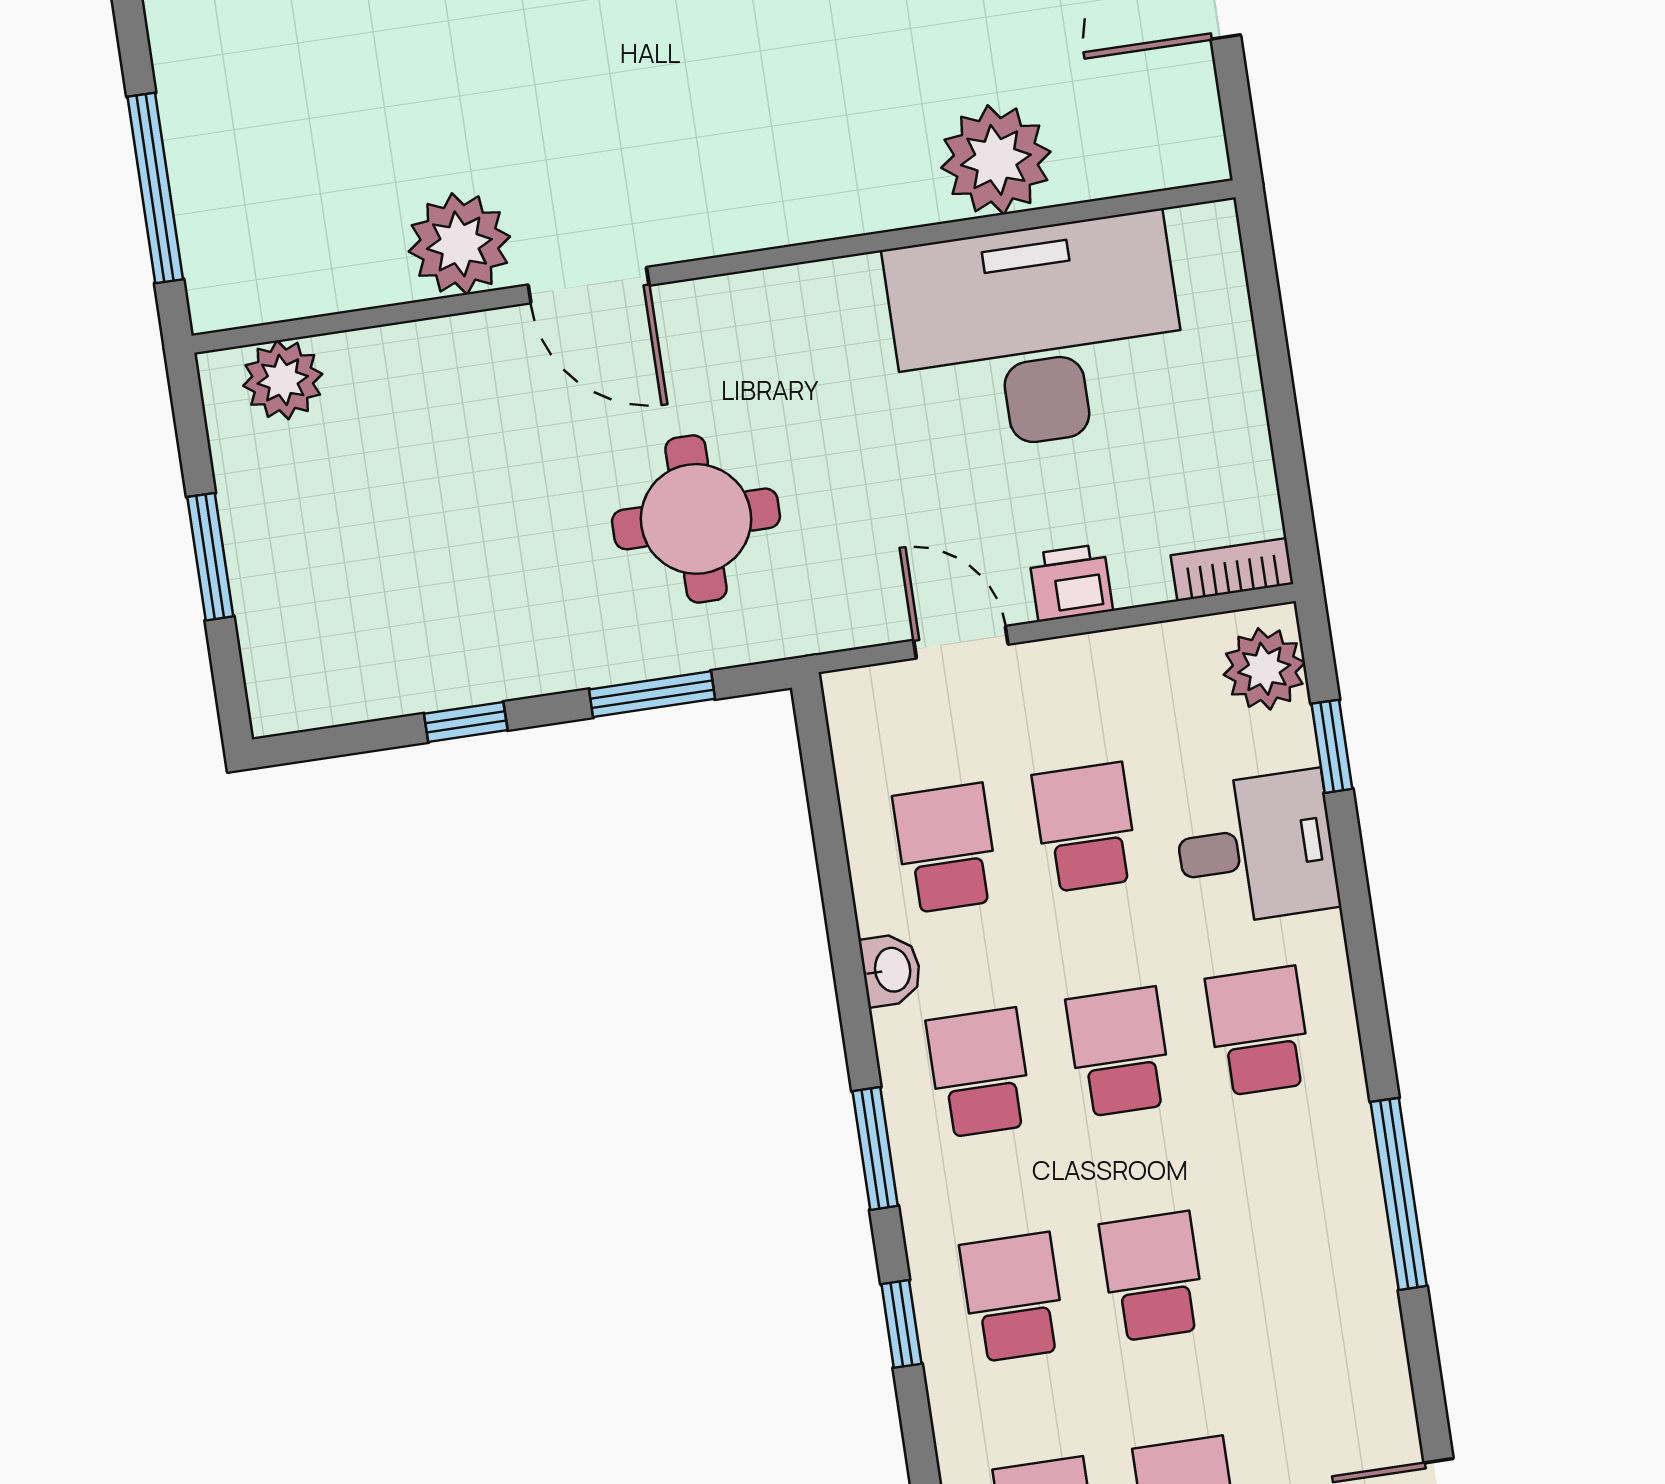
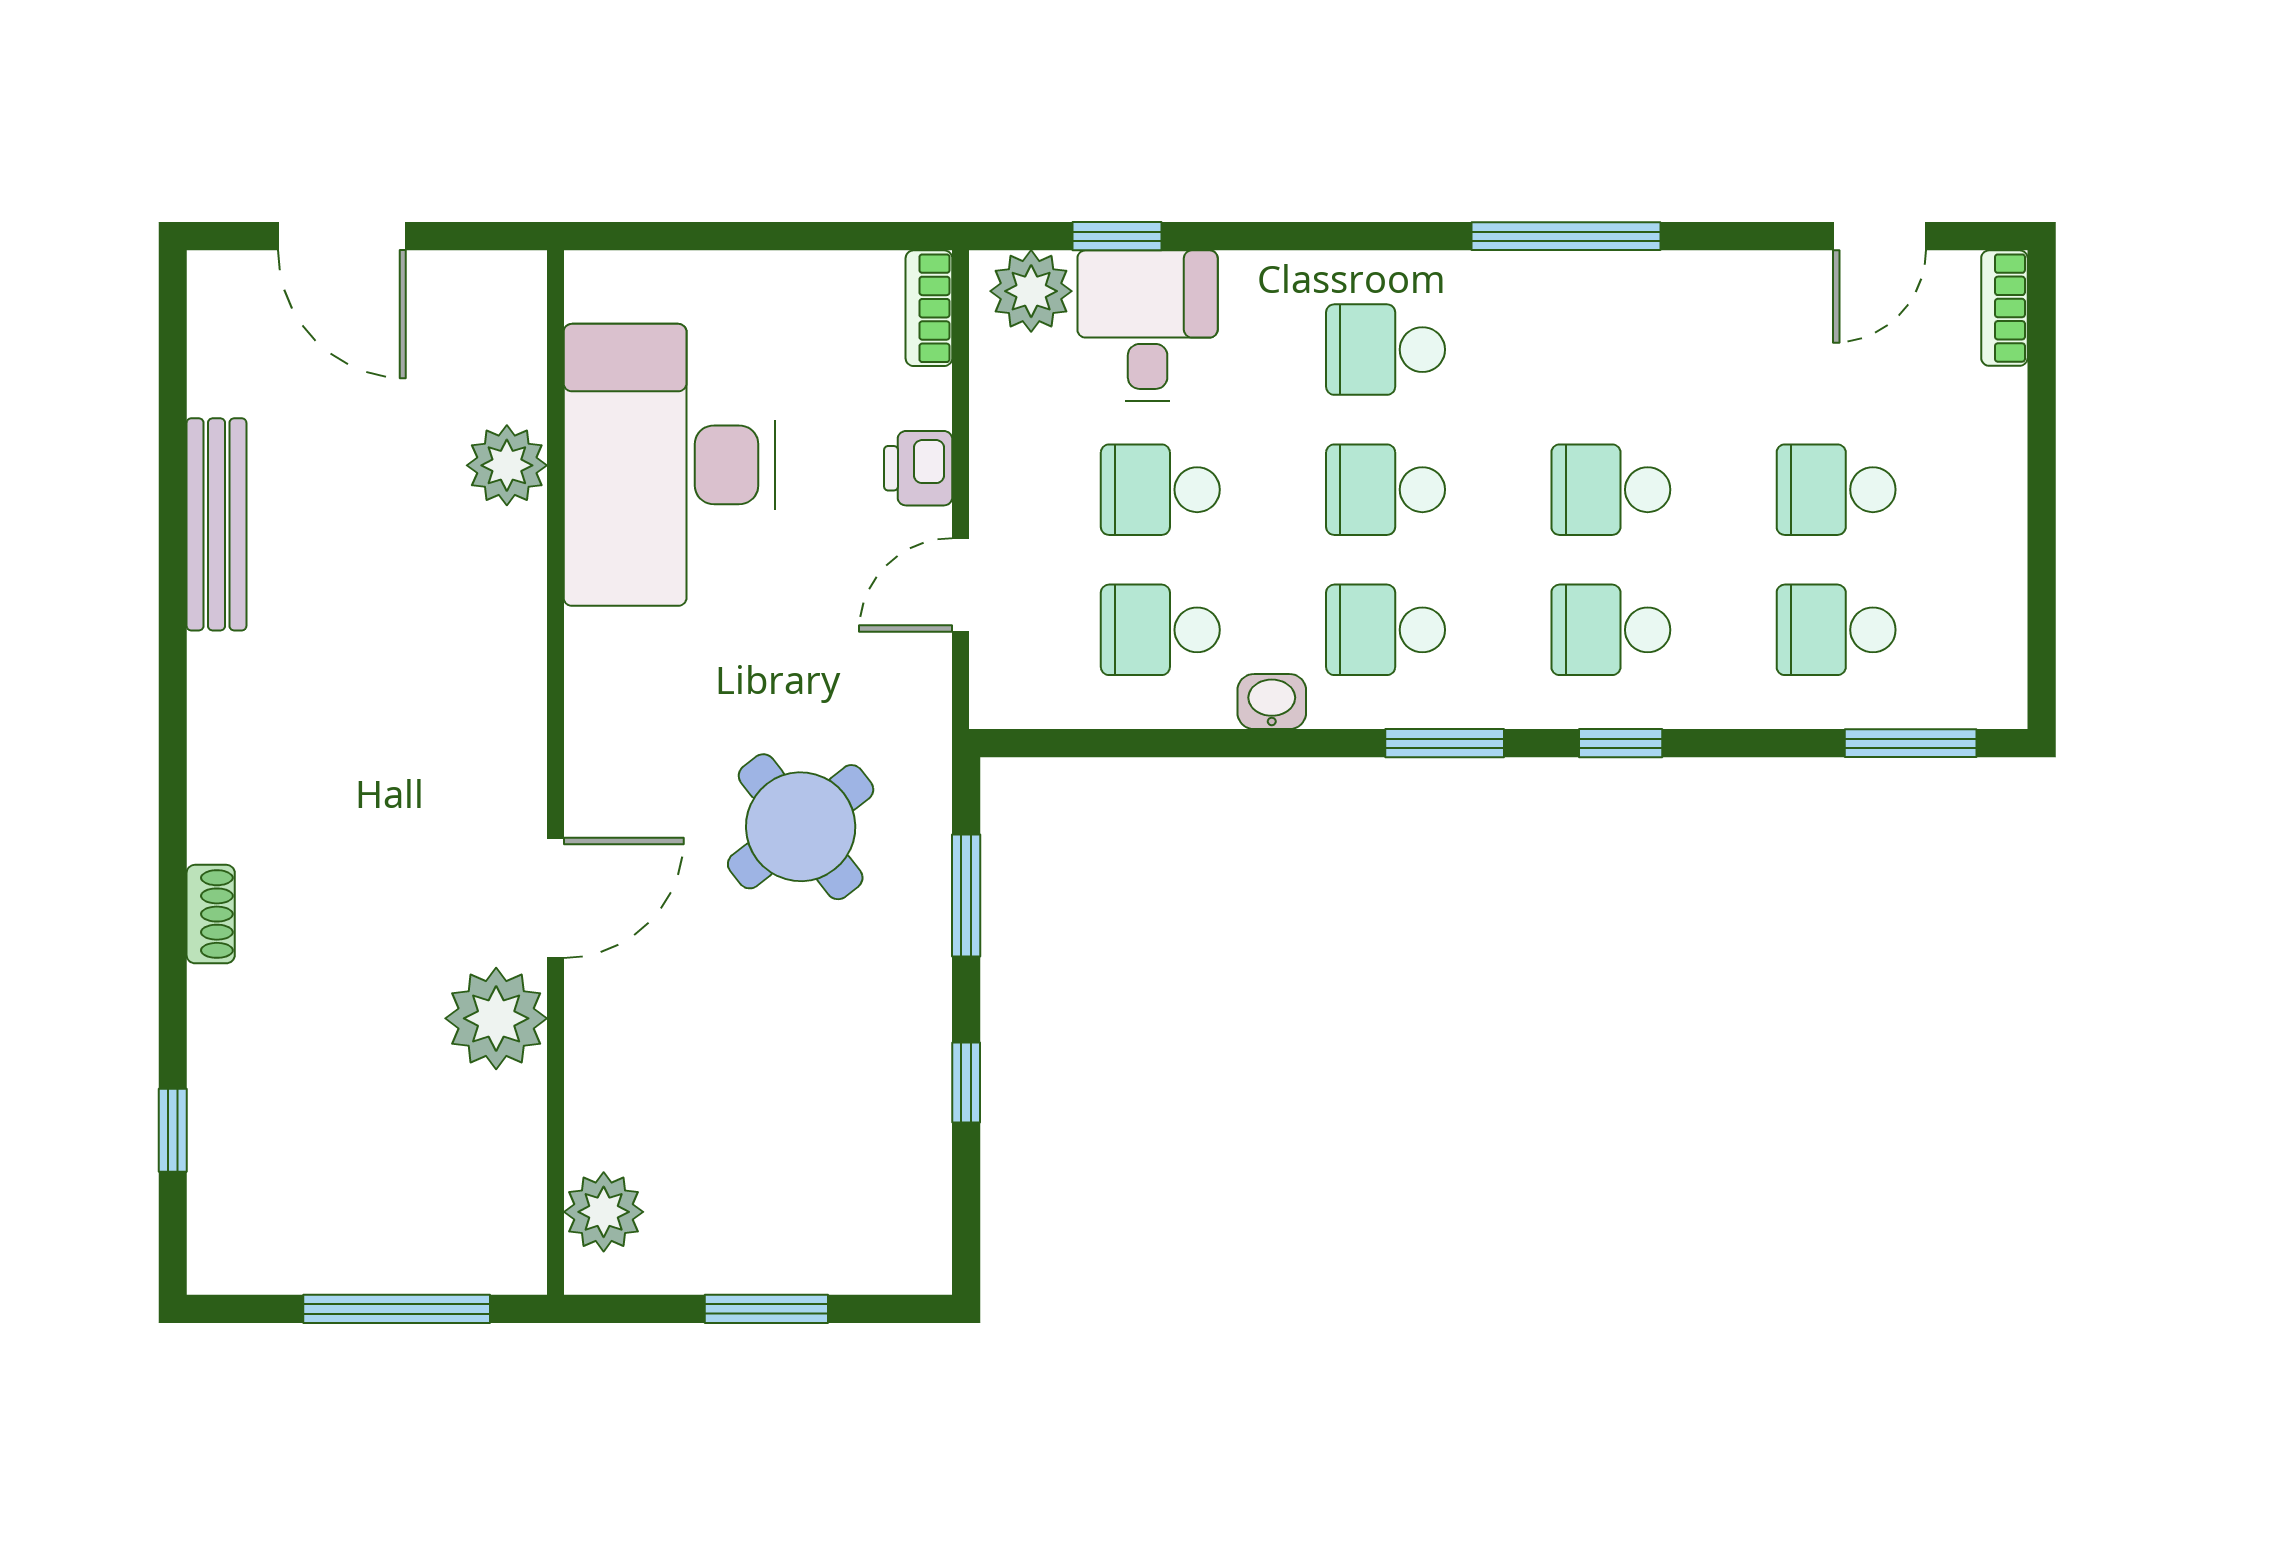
plant: (996, 160) -> (507, 465), width x0.73, depth x0.73
round table: (696, 519) -> (801, 827), turned -38
desk: (1256, 848) -> (1148, 326), moved

